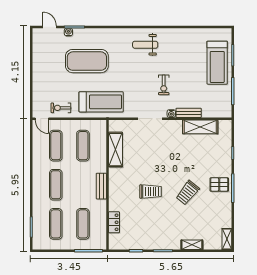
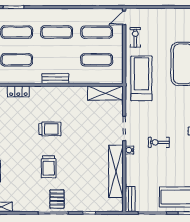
treadmill: (101, 102) -> (141, 78), turned 180
bench: (189, 113) -> (130, 199), moved
shelving: (200, 127) -> (116, 171), width x1.47
shelving: (116, 150) -> (105, 93), moved
trolley: (151, 192) -> (50, 129), turned -90
trolley: (188, 193) -> (49, 167), turned -129

